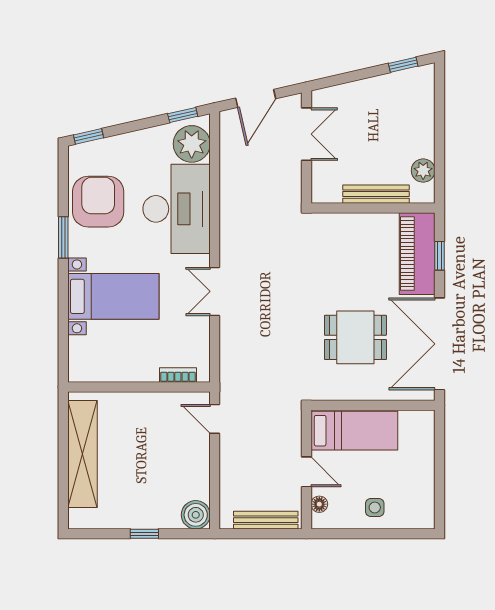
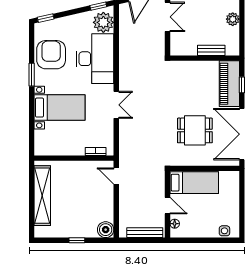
plant: (423, 171) -> (233, 19), moved
bench: (376, 194) -> (211, 50), width x0.73
double door: (215, 291) -> (116, 105), swing flipped
side table: (375, 508) -> (224, 231), moved

